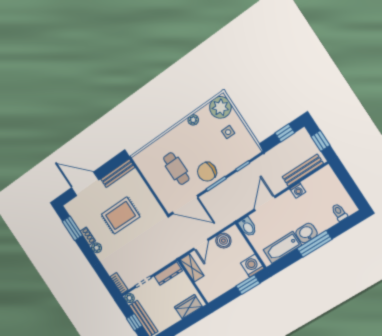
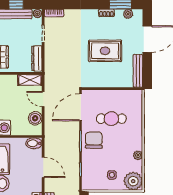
rug: (121, 215) -> (105, 51), turned 90
plant: (97, 248) -> (128, 14), moved

